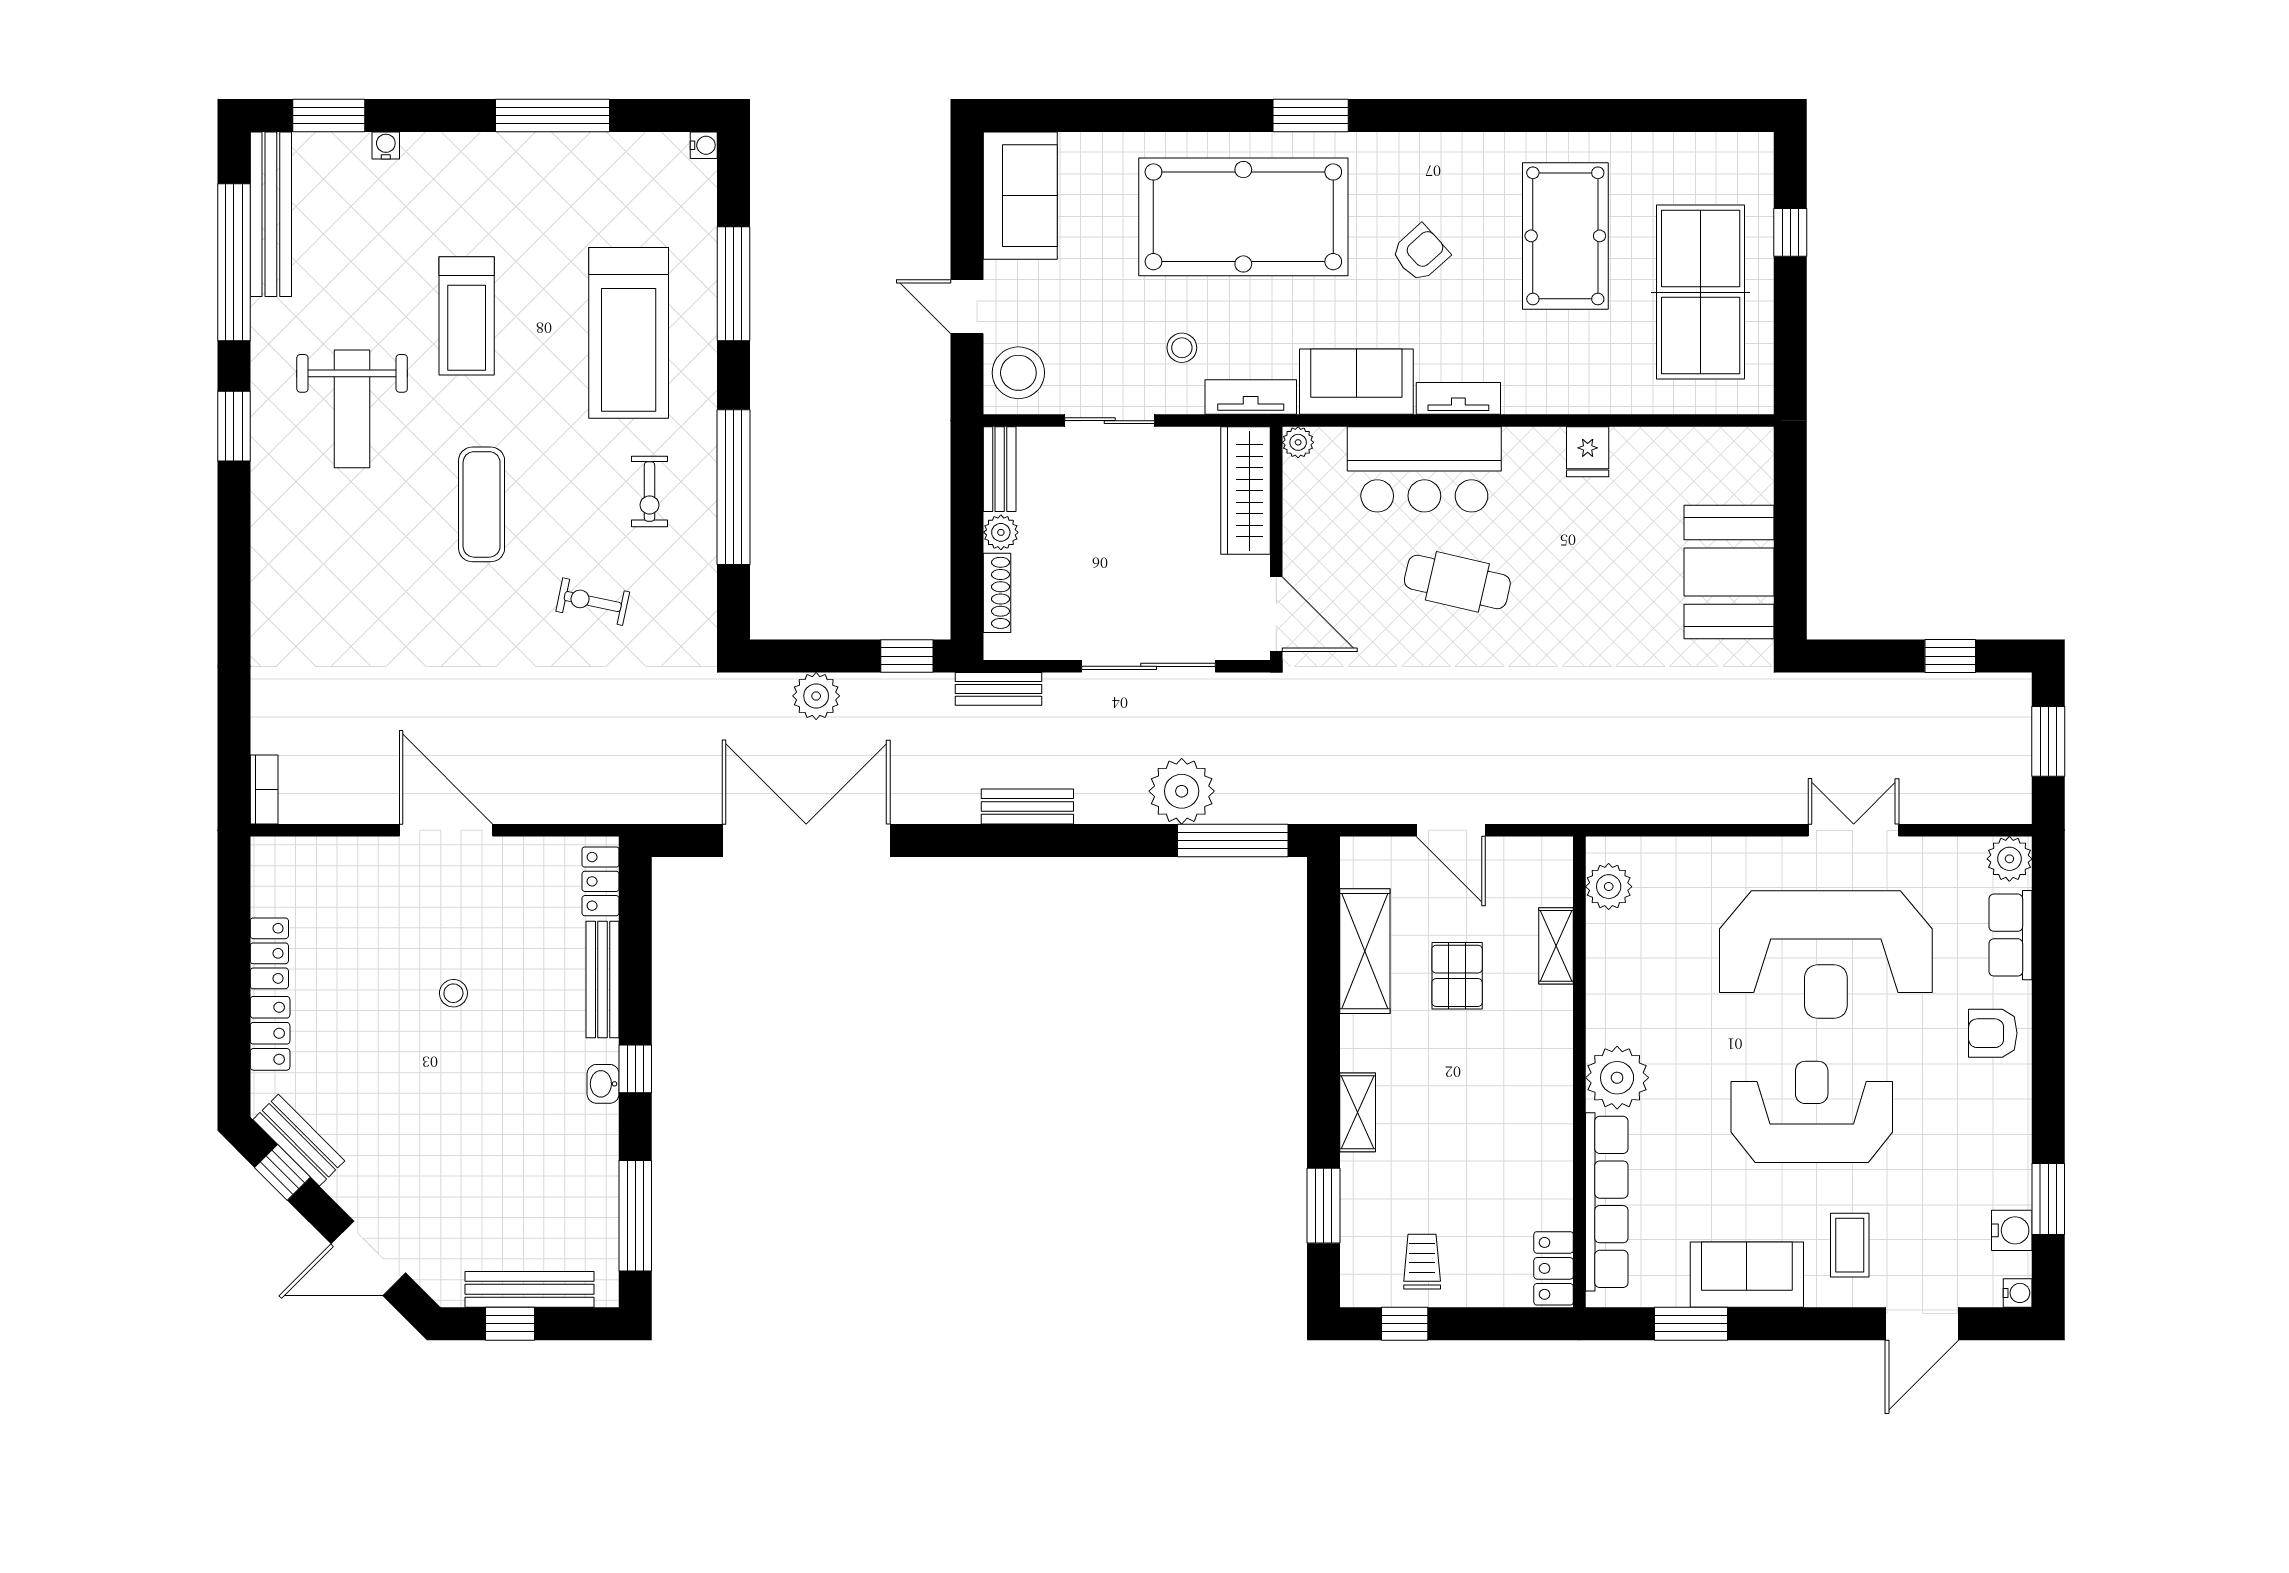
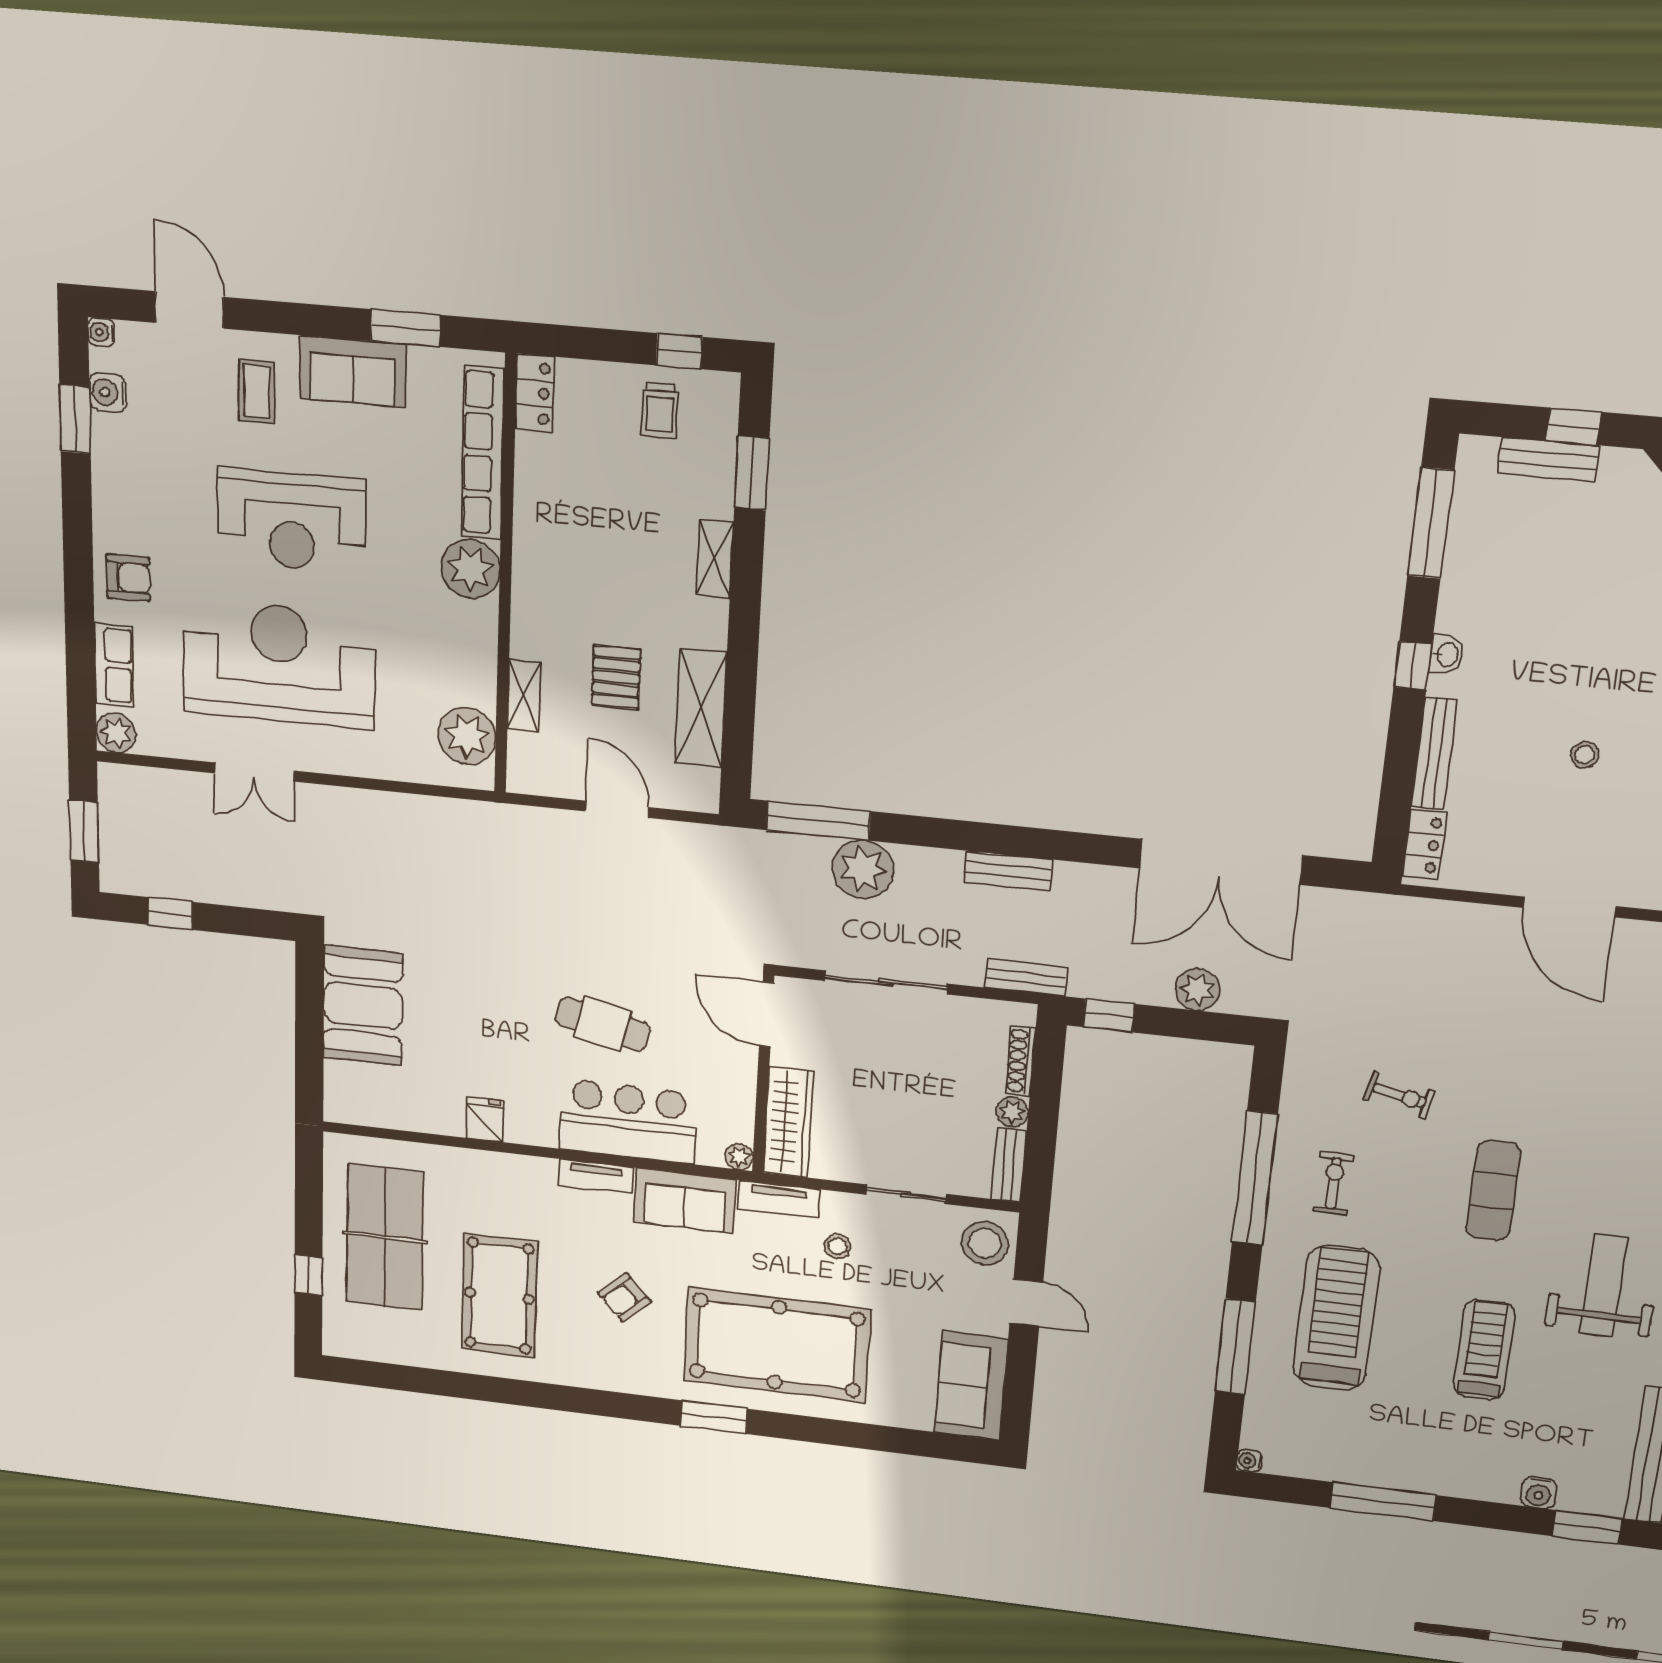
water cooler: (386, 145) -> (1539, 1493), width x1.38, depth x1.38
plant: (1609, 887) -> (467, 736), width x1.36, depth x1.36
bench: (530, 1289) -> (1548, 459), width x0.73
door: (1922, 1324) -> (189, 310), hinge flipped

